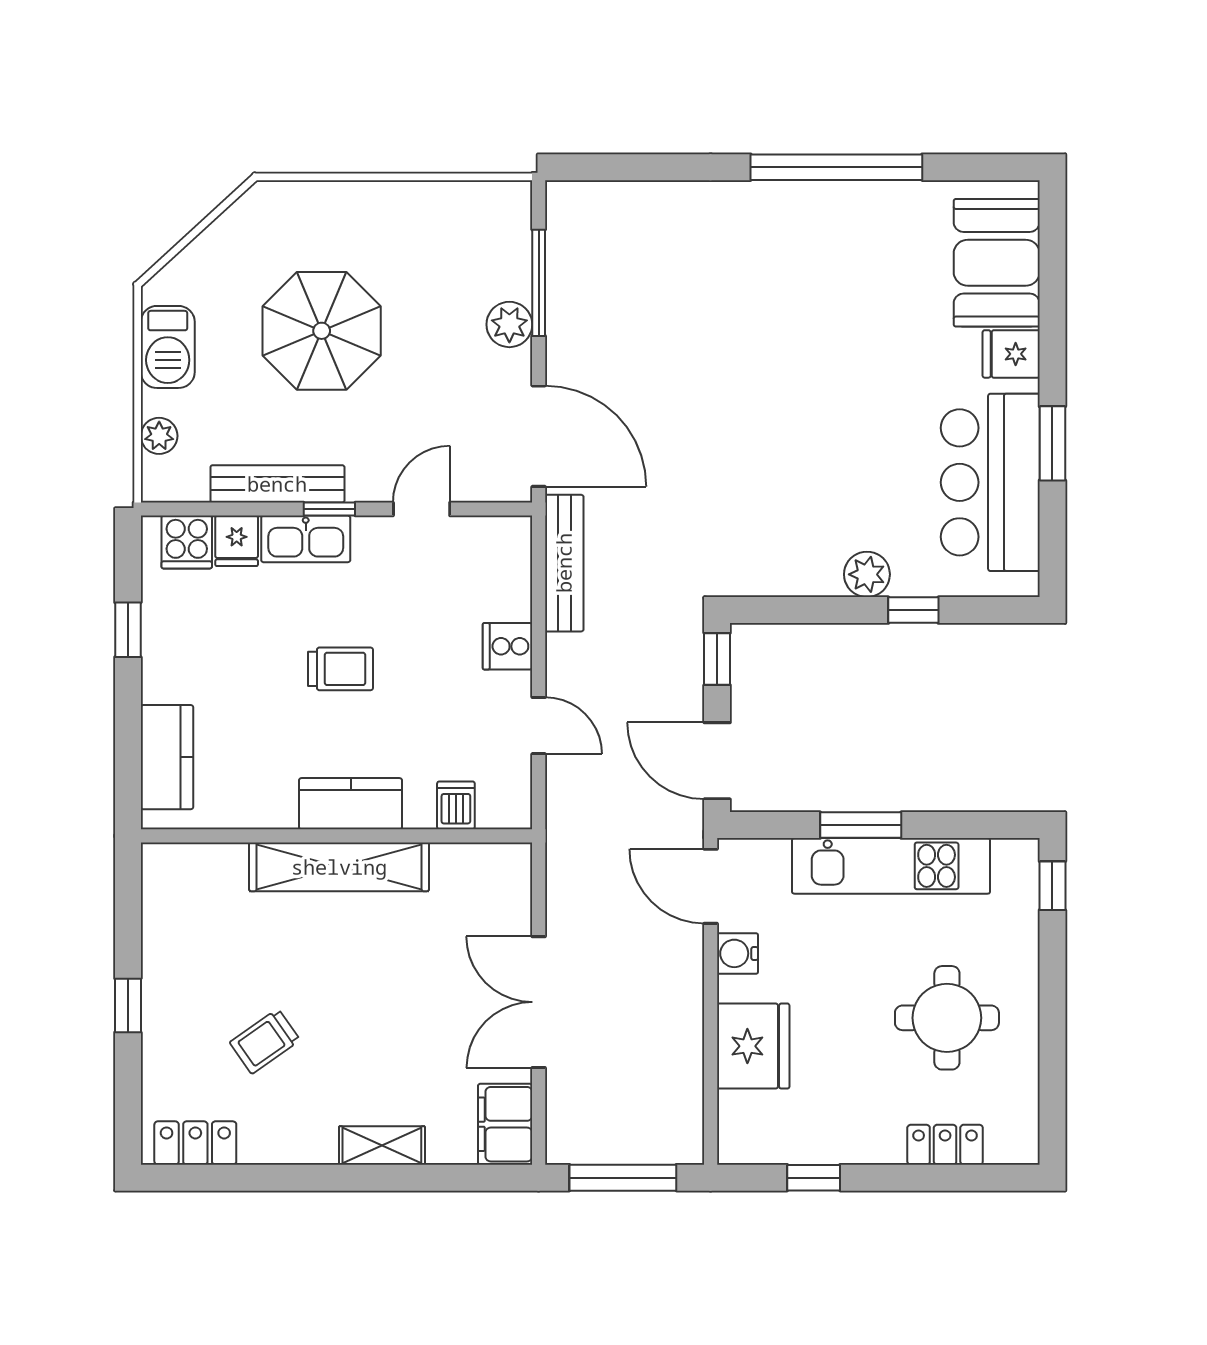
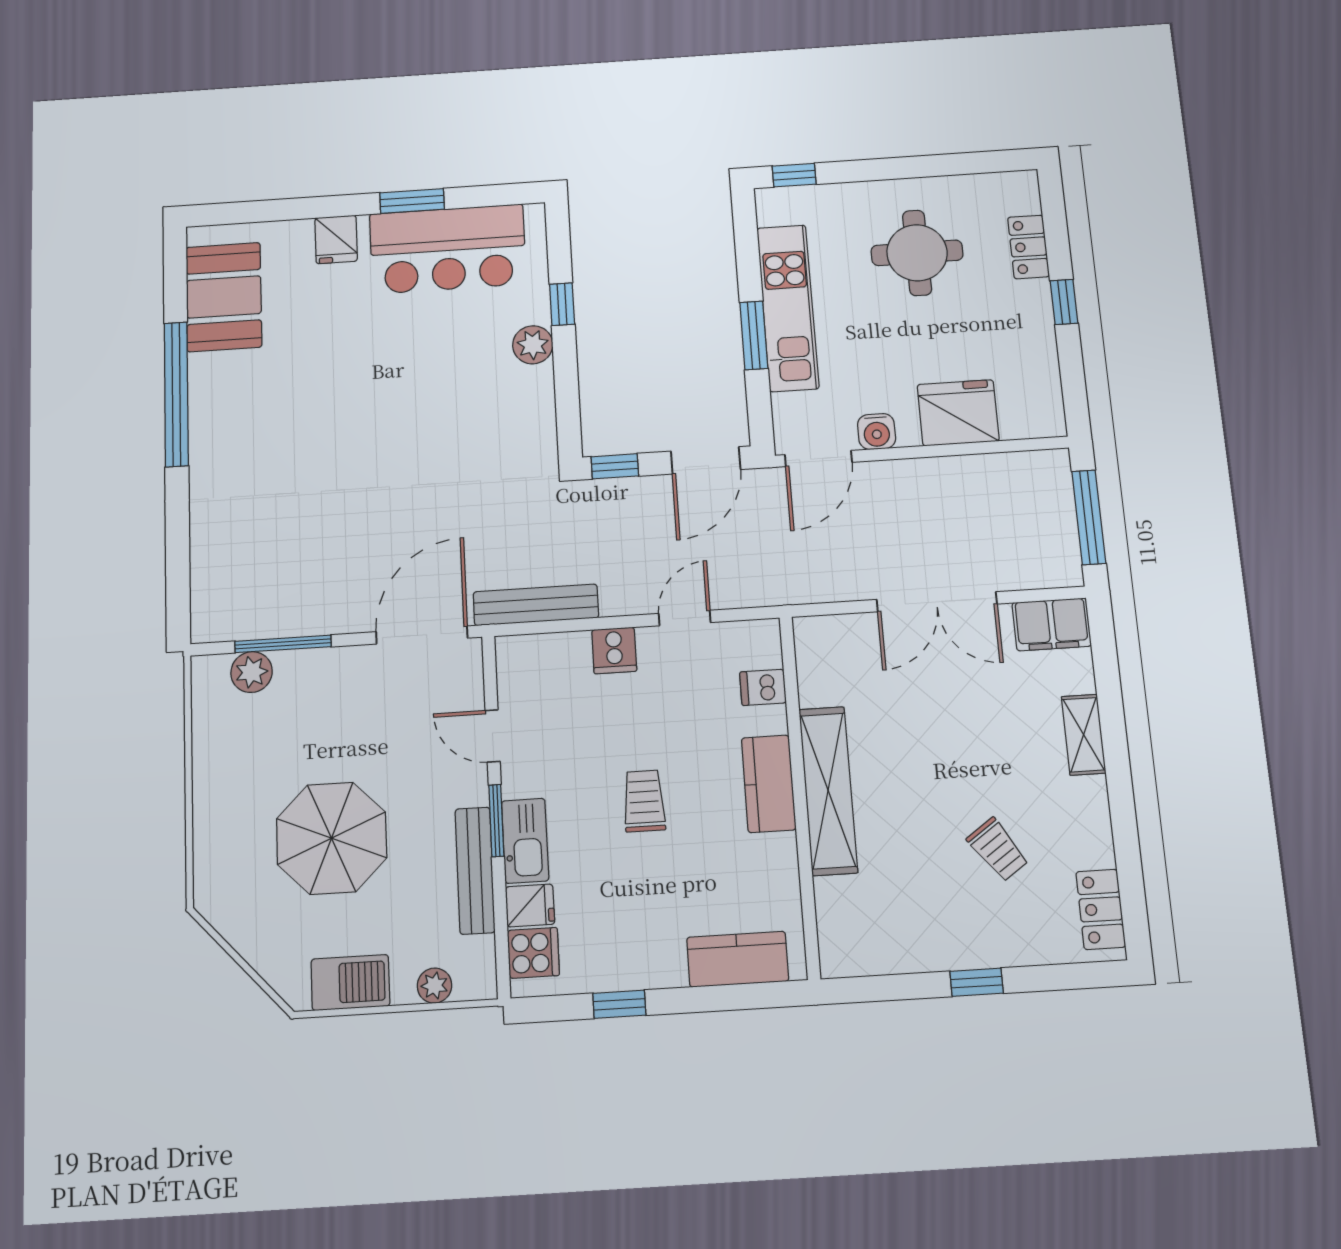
booth: (997, 263) -> (224, 297), moved, turned 90
plant: (509, 324) -> (252, 672), moved
window: (329, 509) -> (496, 821), width x1.50
window: (814, 1178) -> (1064, 302), moved

